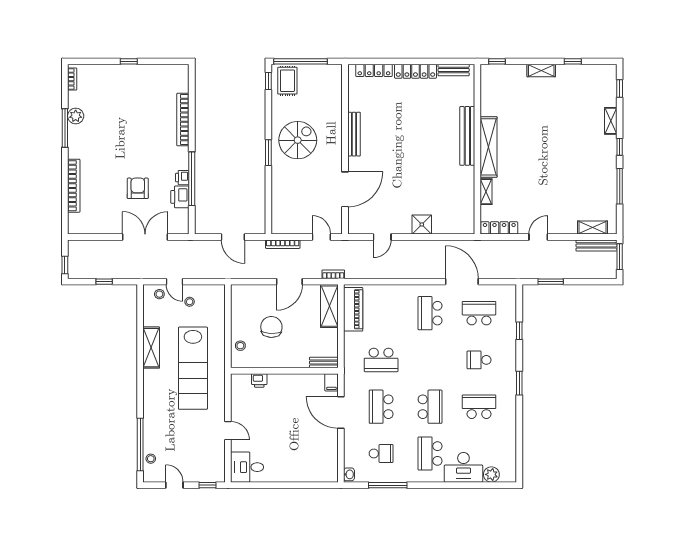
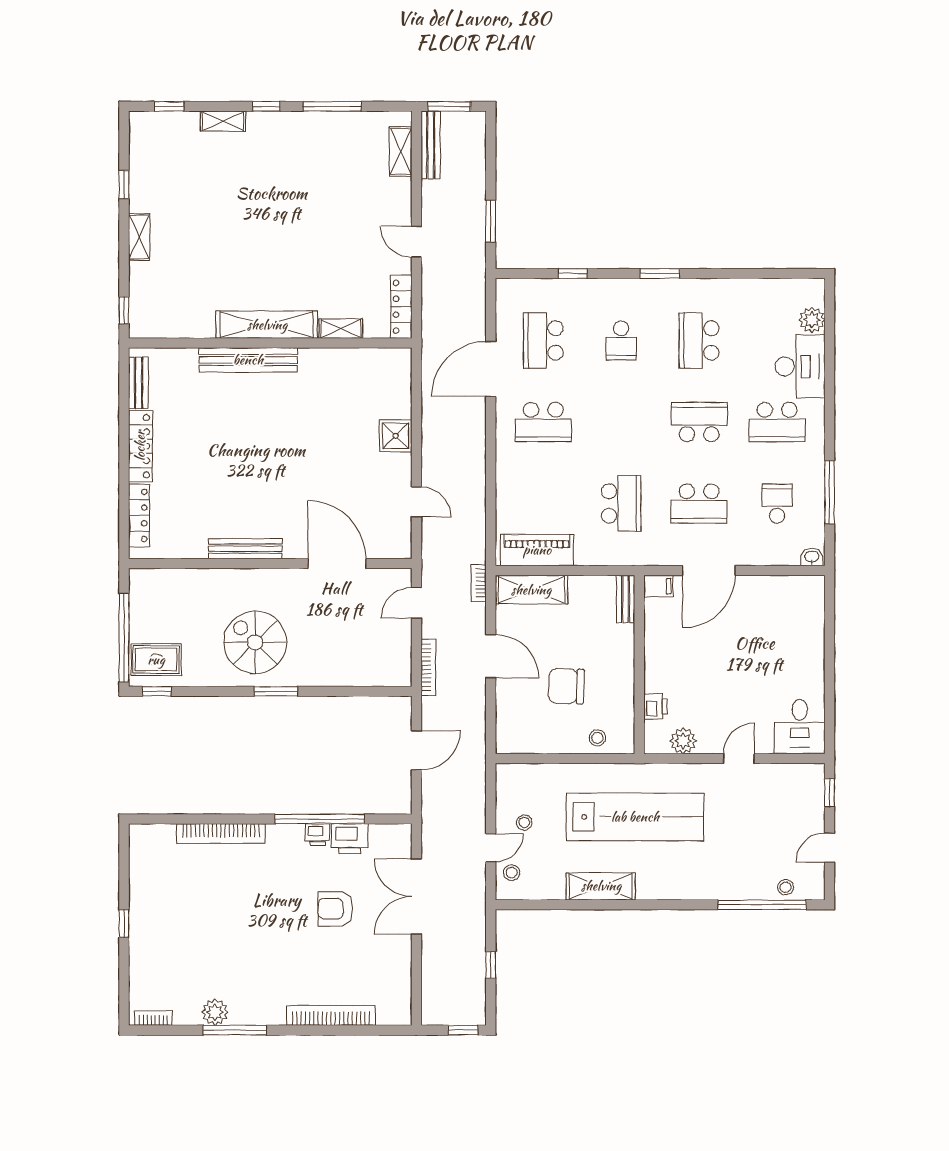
plant: (239, 397) -> (683, 741), added

